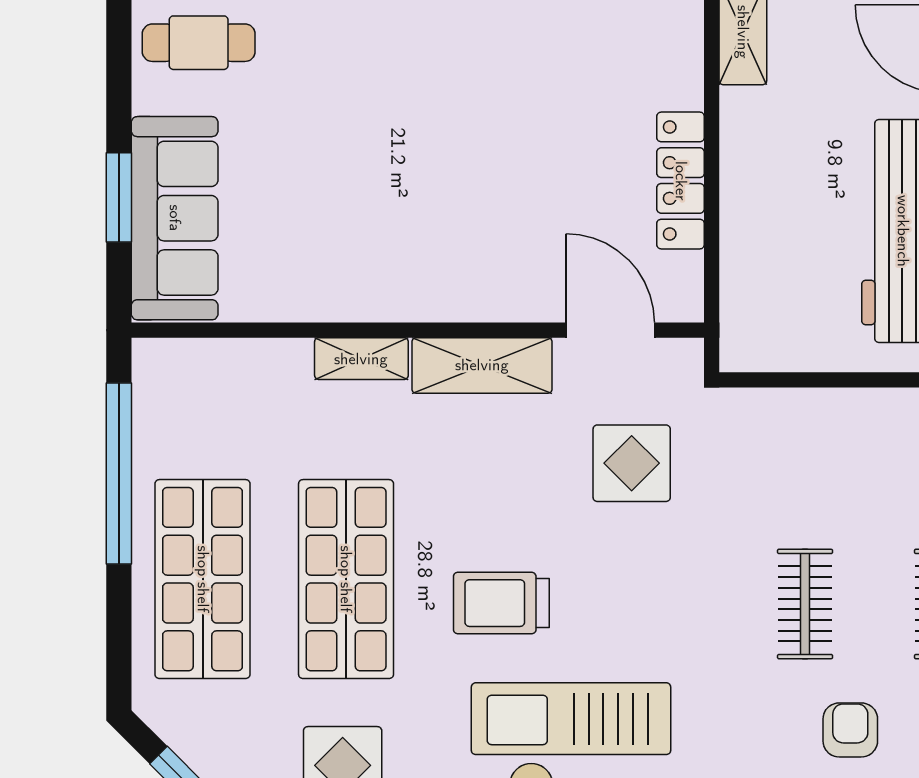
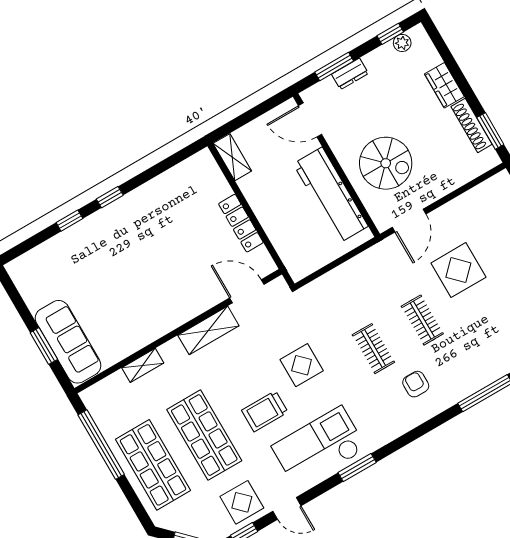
cafe table: (199, 43) -> (40, 274), removed
shelving: (361, 359) -> (143, 365), moved
display table: (632, 463) -> (302, 365), moved

